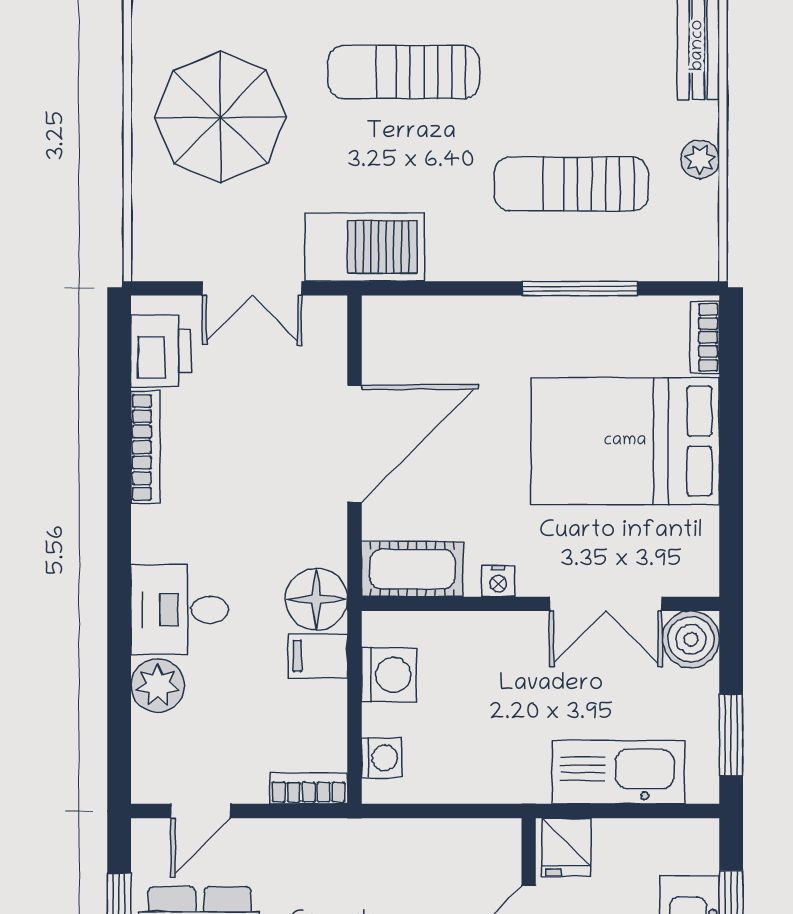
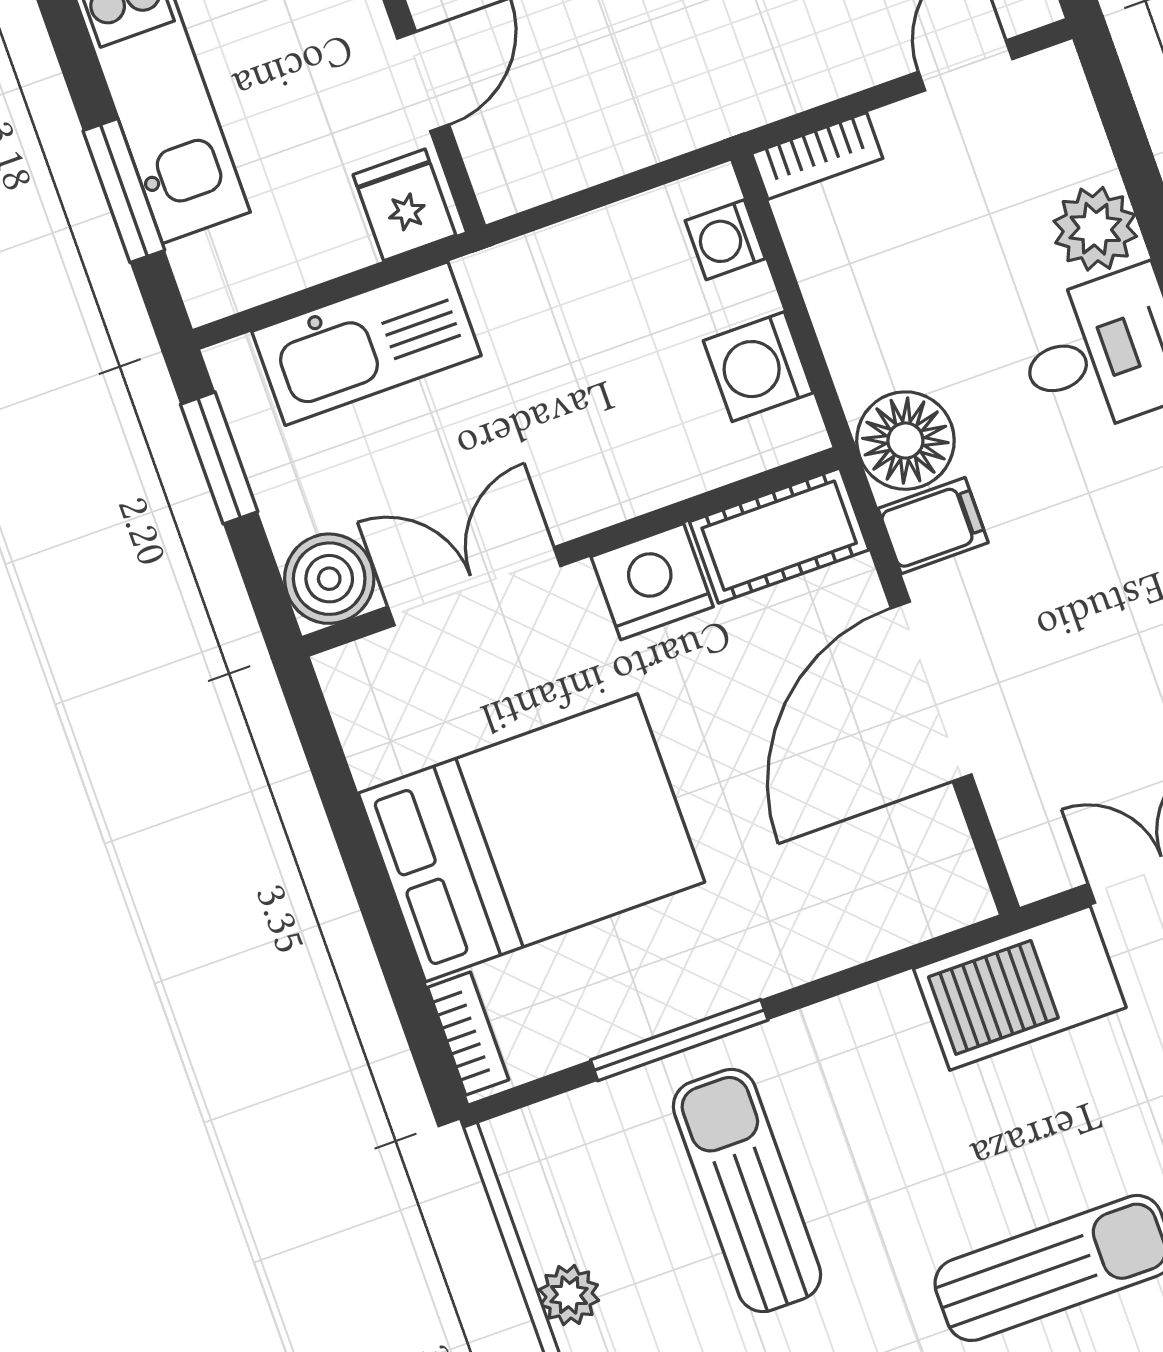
sun lounger: (571, 184) -> (747, 1191), turned -90
nightstand: (498, 581) -> (652, 582), width x1.89, depth x1.79
filing cabinet: (318, 656) -> (933, 526), moved

